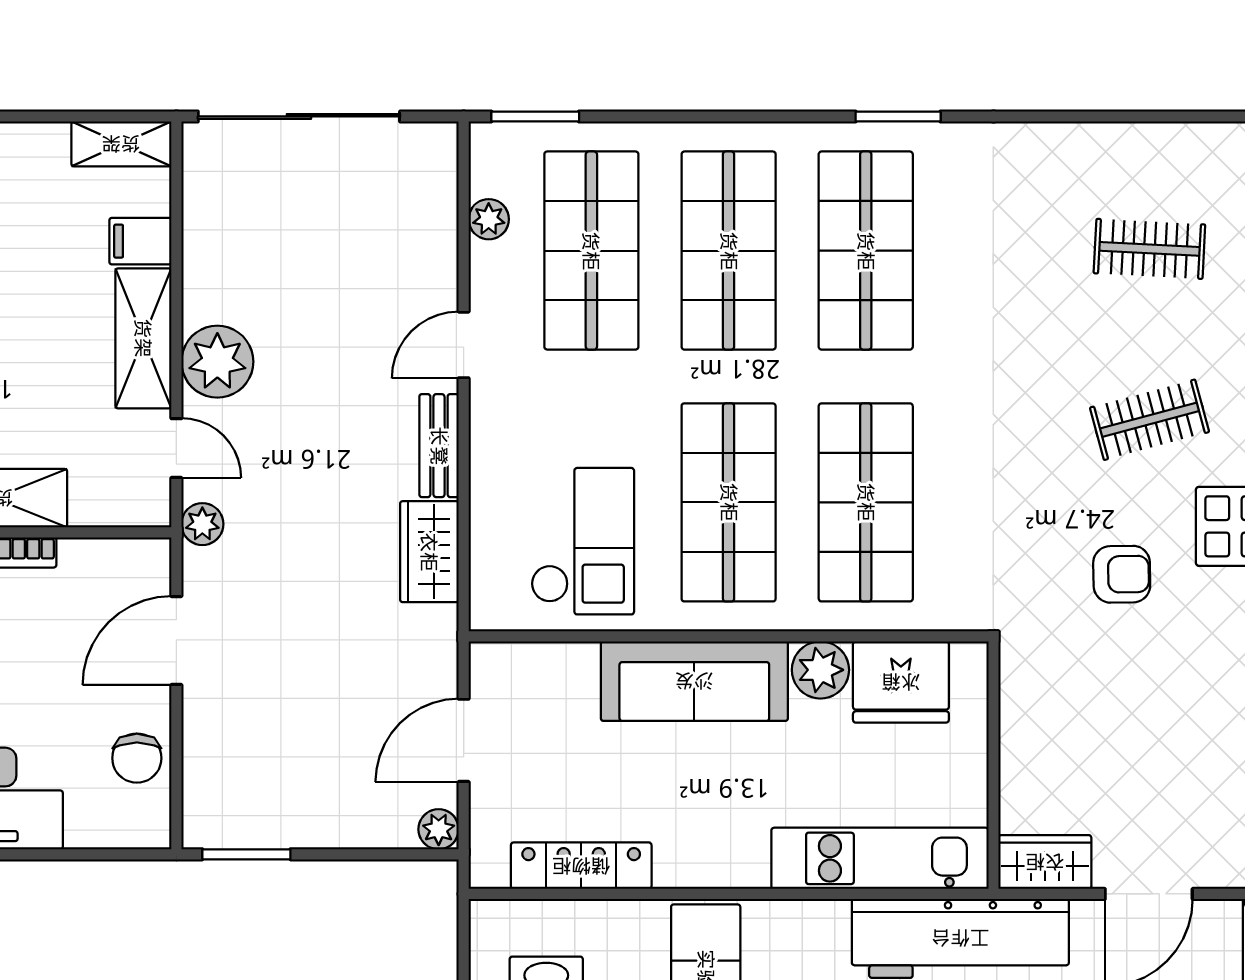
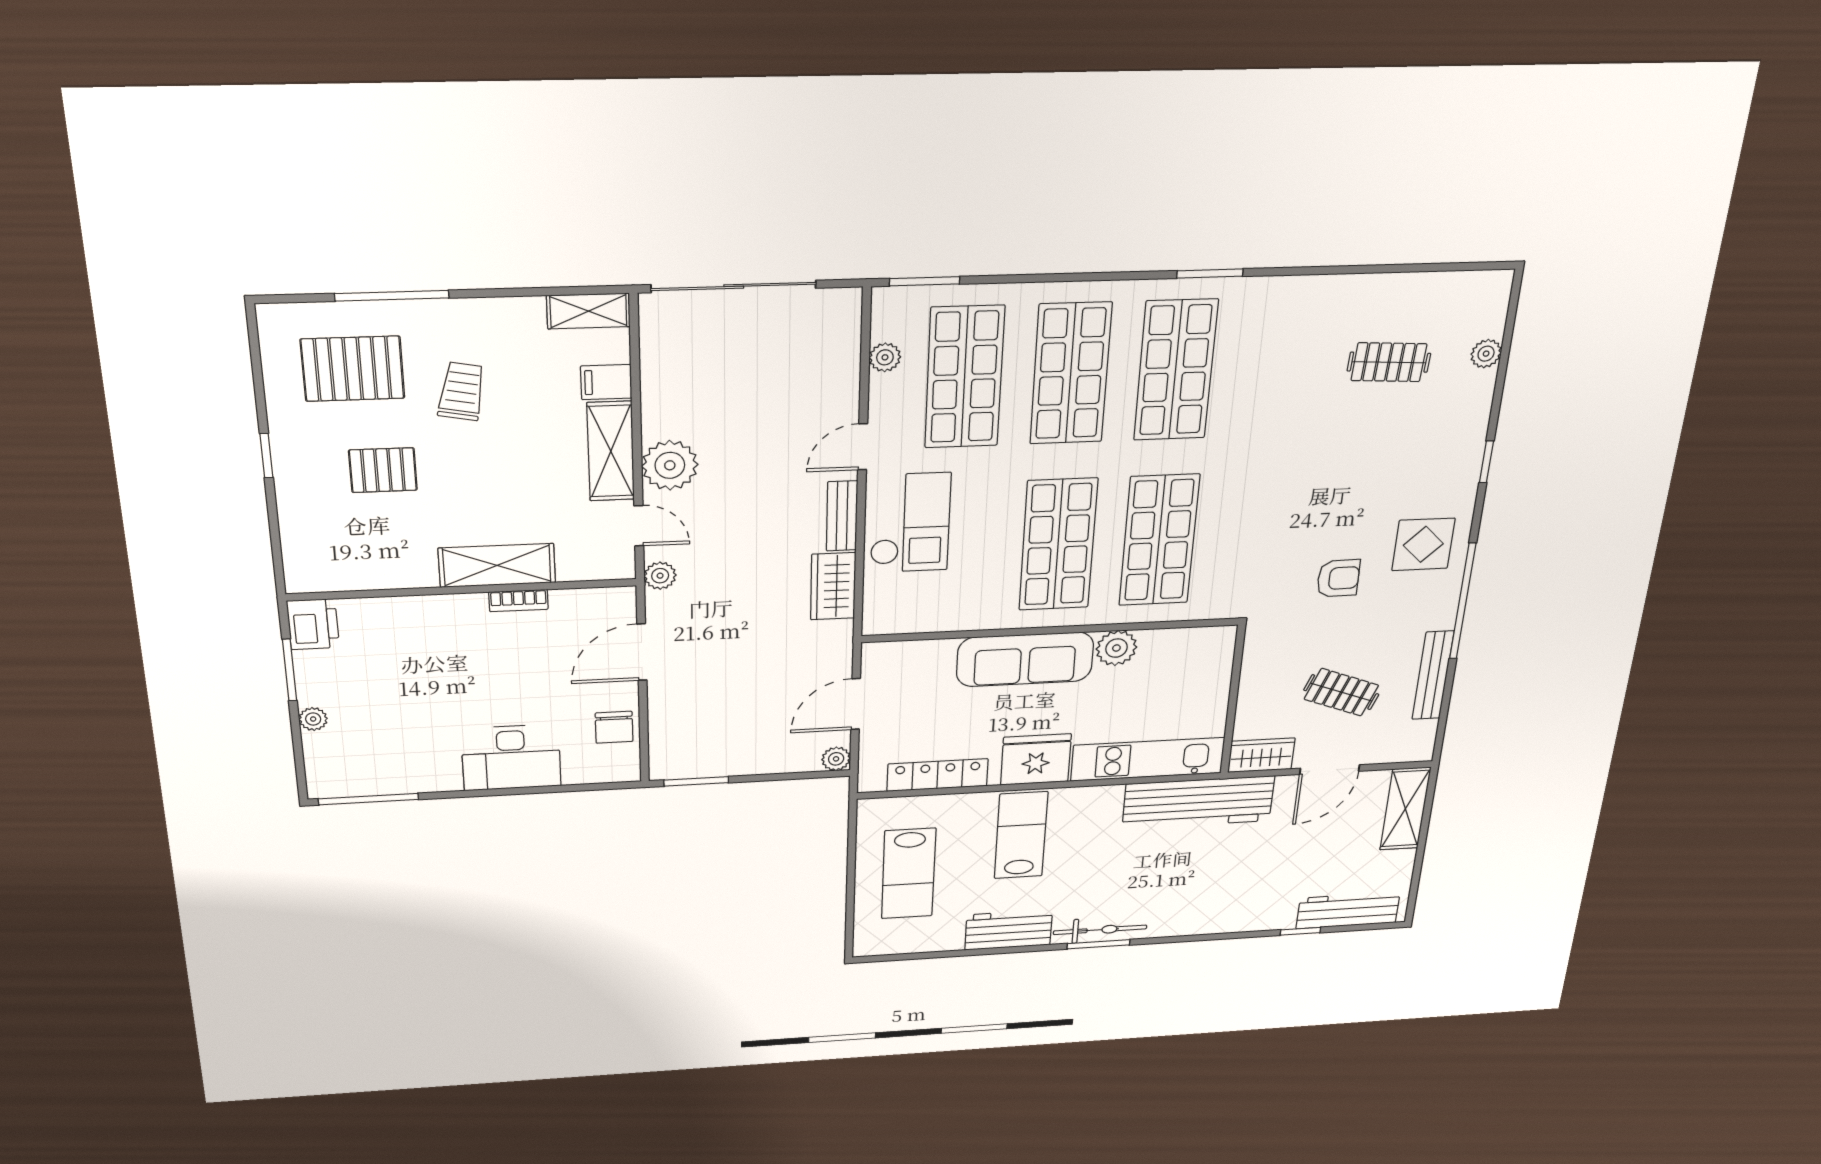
clothes rail: (1149, 420) -> (1341, 692), moved, turned 36
checkout: (583, 541) -> (910, 523), moved
fridge: (901, 682) -> (1036, 759), moved, turned 180

